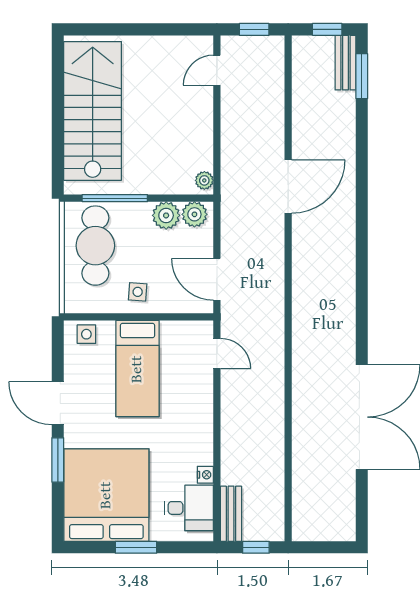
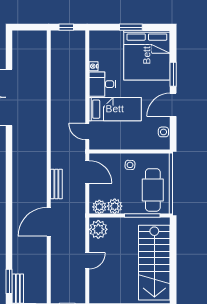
door: (217, 70) -> (87, 261), moved
plant: (204, 180) -> (98, 229), width x1.87, depth x1.87
side table: (86, 334) -> (163, 132), moved
bed: (137, 369) -> (115, 109), moved, turned 90
door: (58, 403) -> (173, 105), swing flipped
desk: (189, 508) -> (102, 84), moved
bench: (231, 514) -> (56, 184), moved

